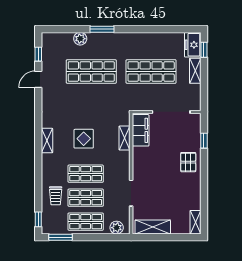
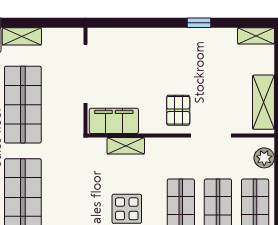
window: (204, 141) -> (199, 23), moved
pallet: (188, 162) -> (178, 110), moved, turned 90

